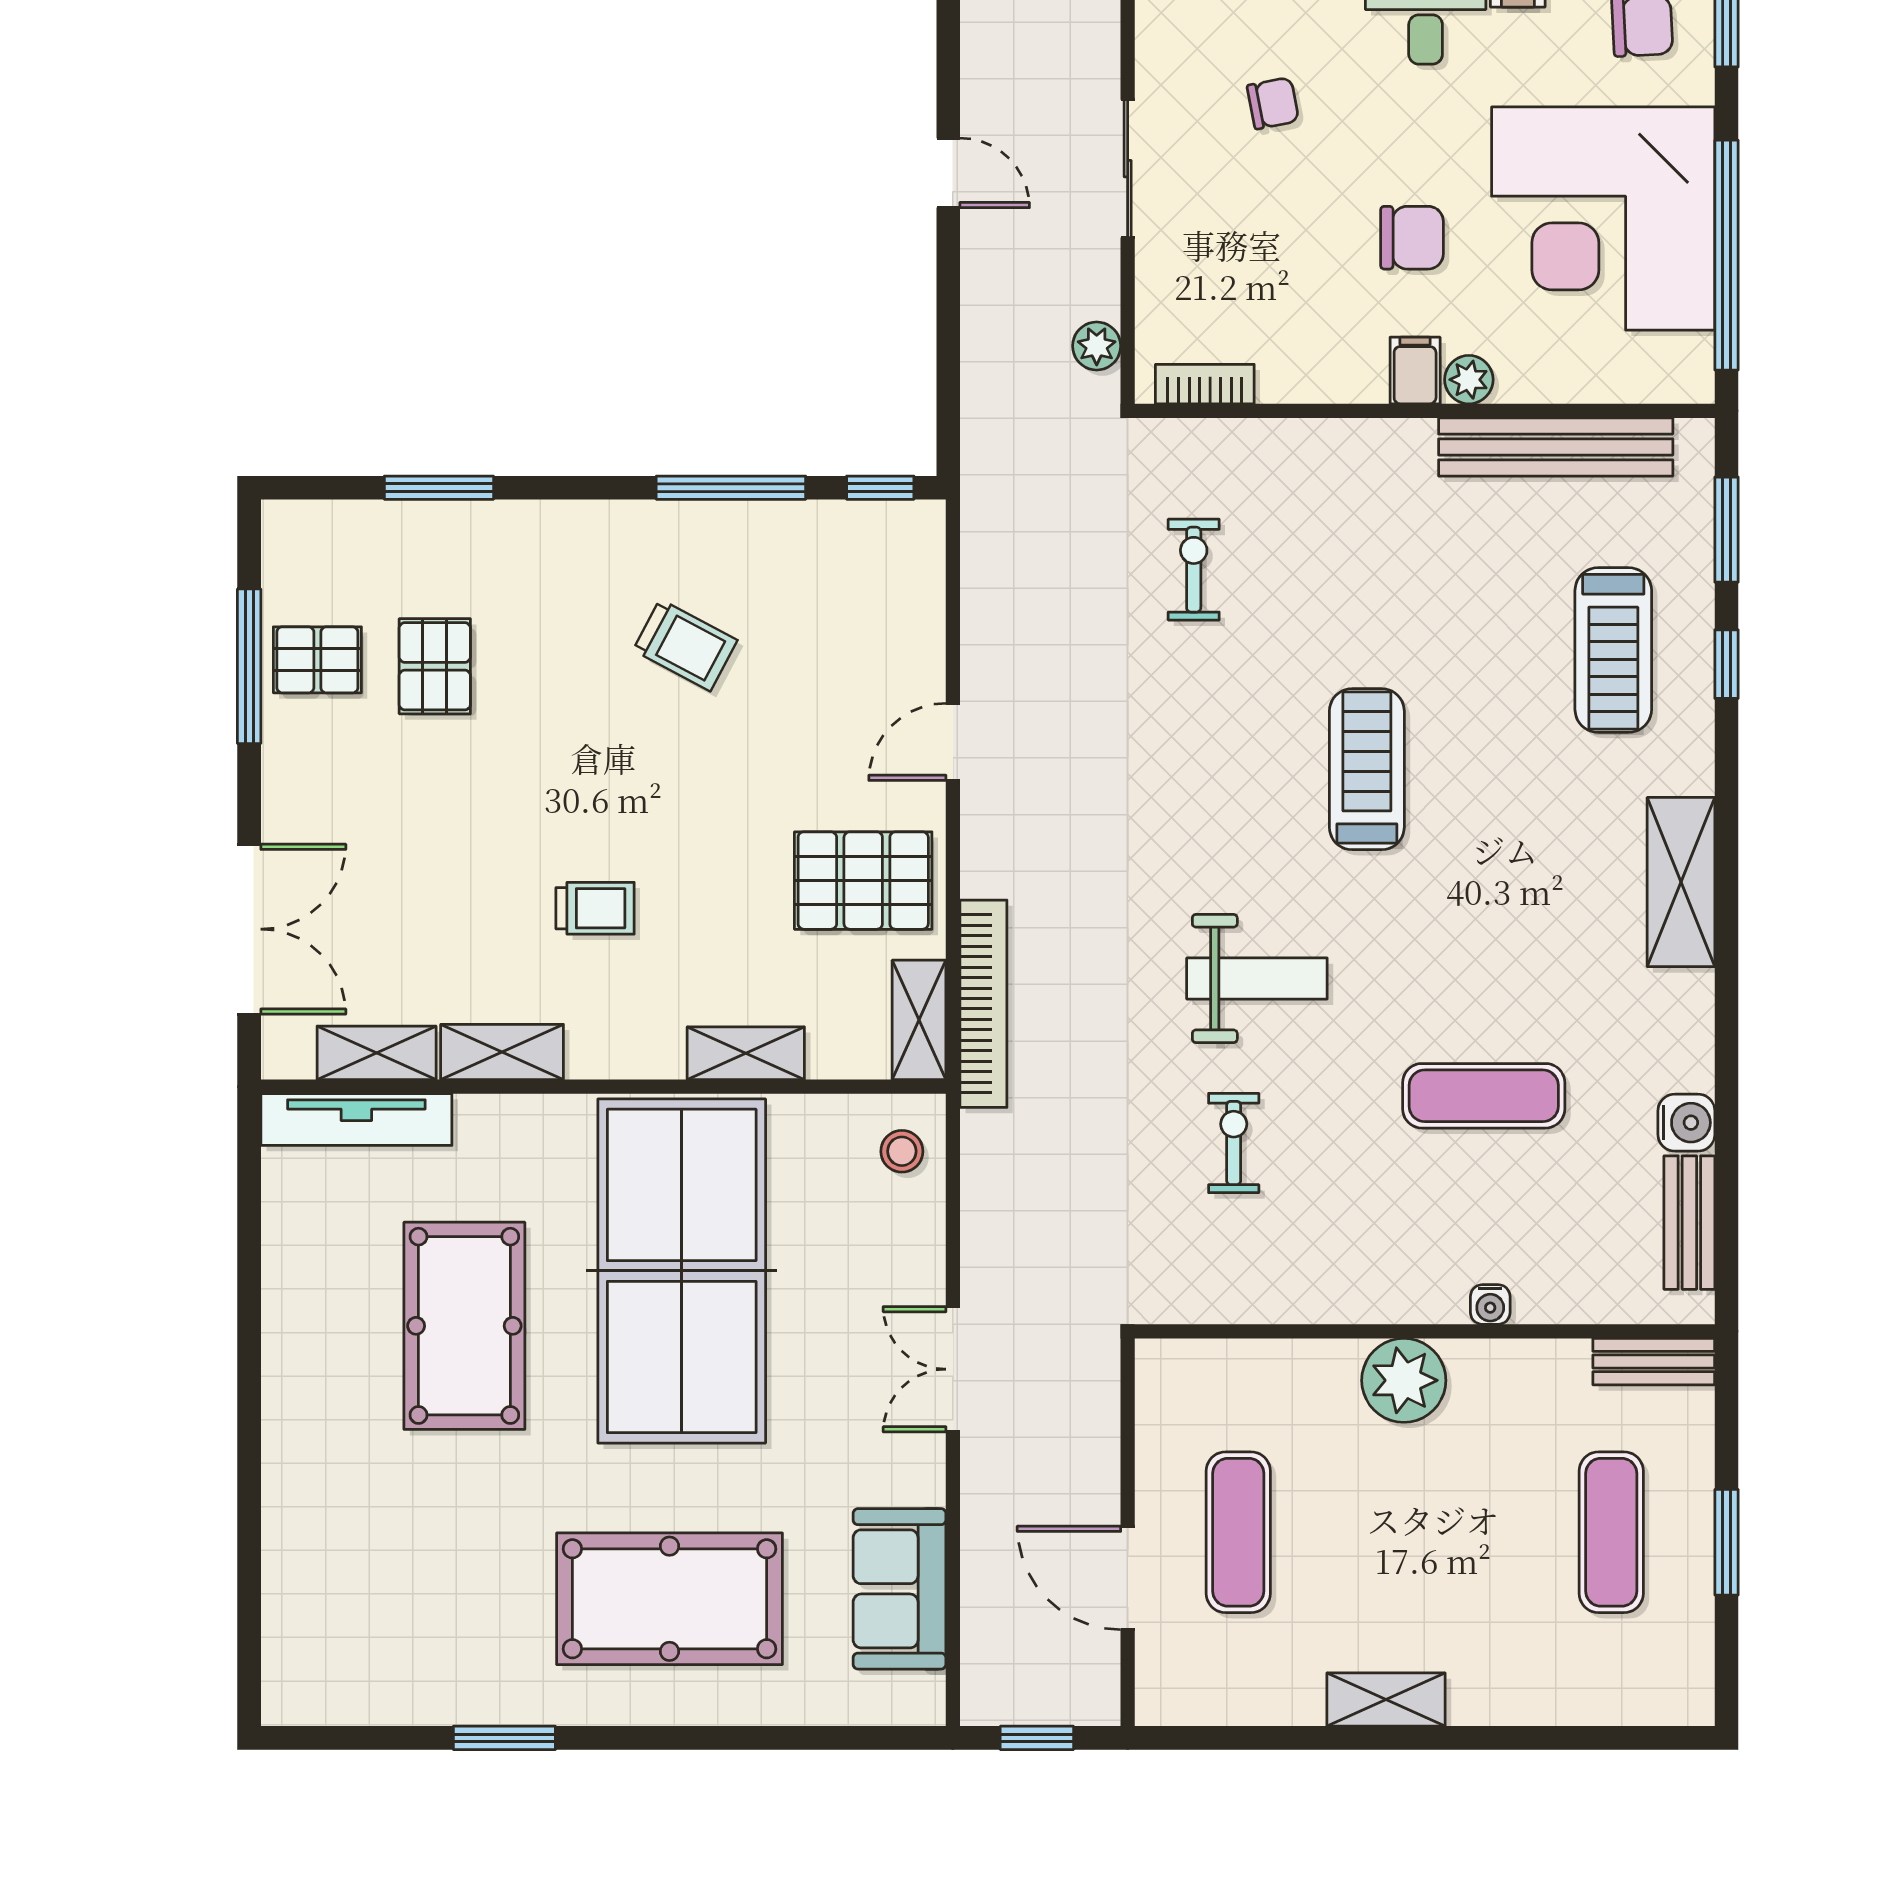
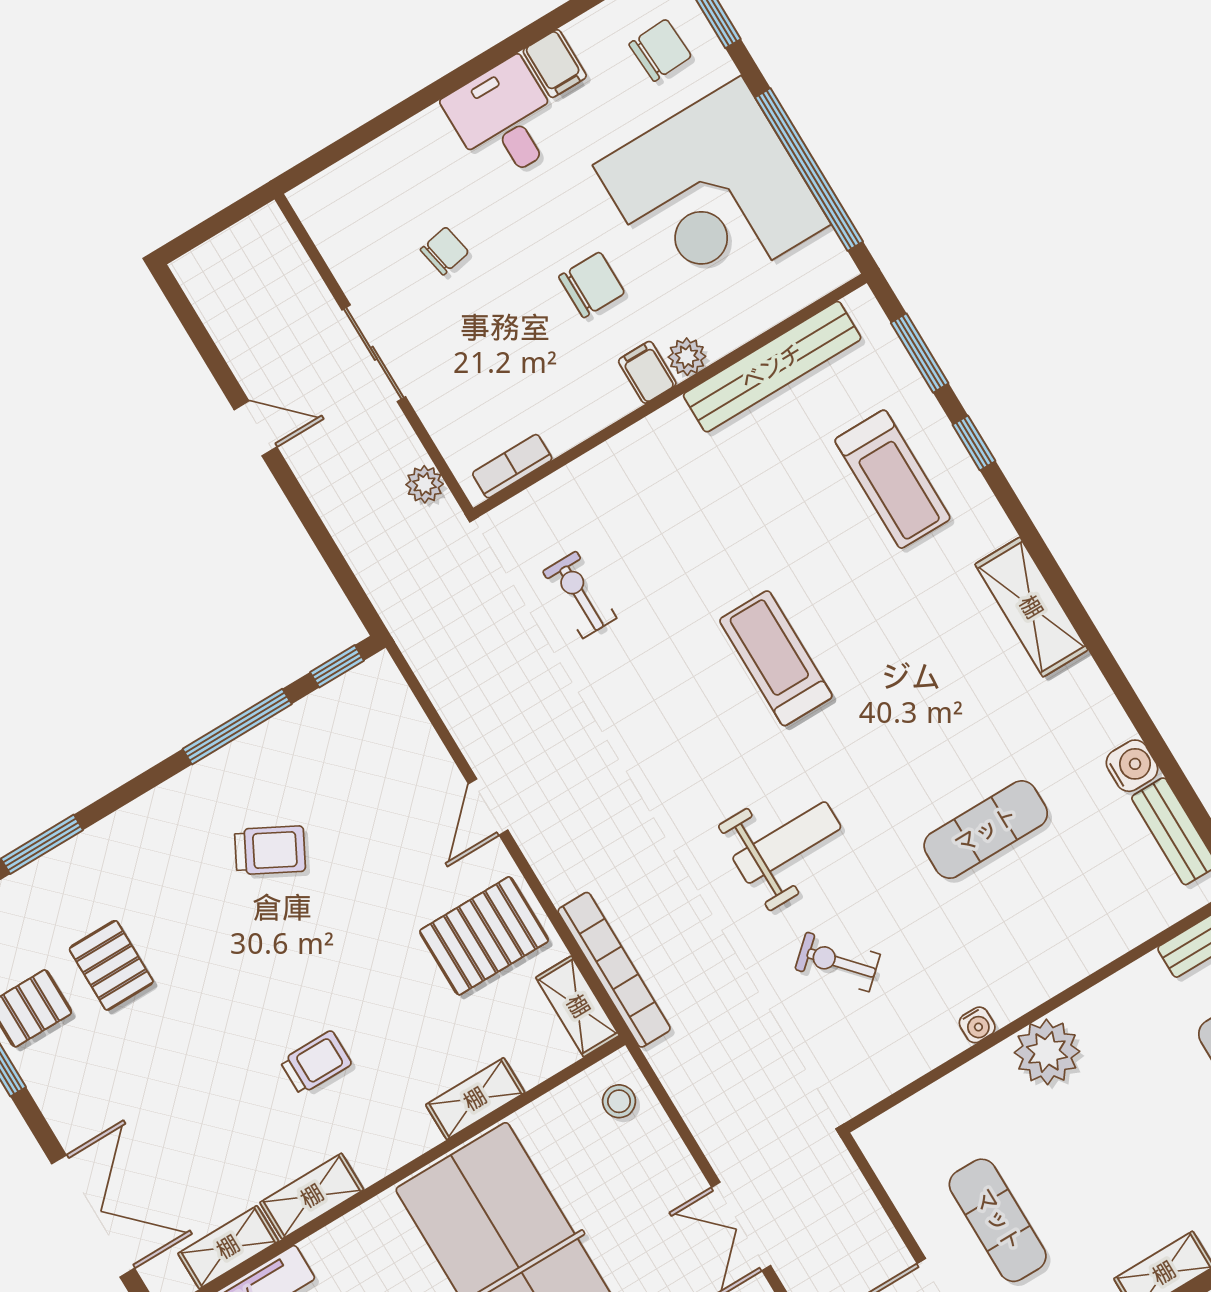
exercise bike: (1234, 1143) -> (838, 962), turned -42
water cooler: (1490, 1304) -> (977, 1025), moved

